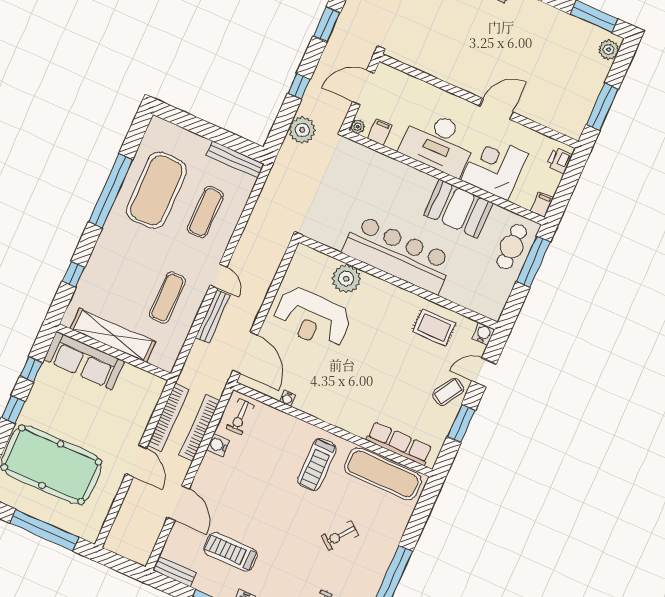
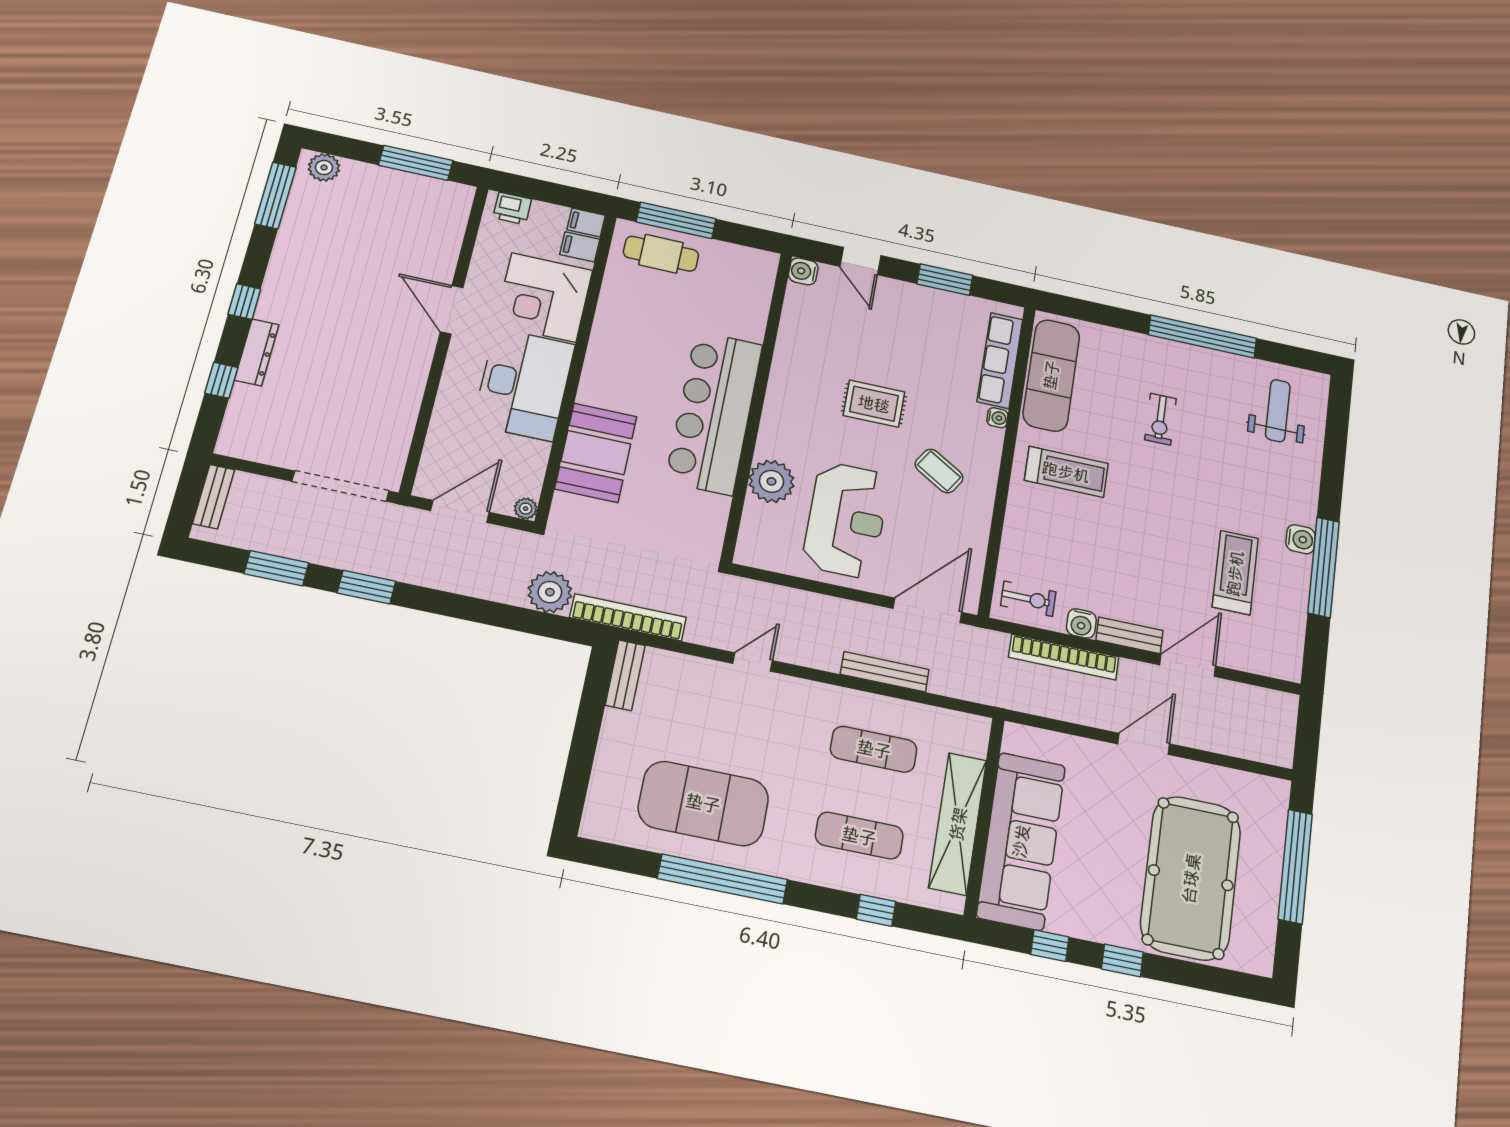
window: (299, 86) -> (479, 611), removed
door: (363, 88) -> (460, 511), swing flipped
filing cabinet: (380, 132) -> (580, 247), moved
bench: (235, 160) -> (625, 675), width x0.73
booth: (458, 209) -> (596, 453), moved
exercise mat: (205, 212) -> (859, 836), moved
door: (219, 276) -> (753, 662), moved
rug: (434, 328) -> (874, 404), moved, turned 90
sofa: (84, 361) -> (1021, 841), width x1.36, depth x1.27
coffee table: (448, 392) -> (939, 471), moved
water cooler: (287, 398) -> (997, 418), moved
bookcase: (168, 417) -> (628, 617), moved
exercise bike: (340, 536) -> (1160, 419), turned 51
treadmill: (231, 552) -> (1235, 573), turned 180
bench: (174, 571) -> (1129, 635), moved, turned 90

